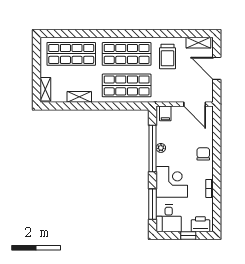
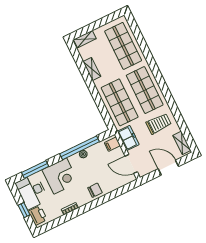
trolley: (167, 57) -> (159, 124), turned 180
door: (217, 68) -> (168, 168), hinge flipped
freezer: (167, 94) -> (128, 138), added
door: (195, 104) -> (131, 164), hinge flipped
desk: (169, 218) -> (32, 192), width x1.37

